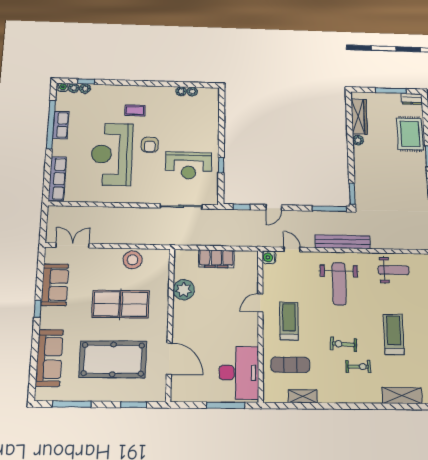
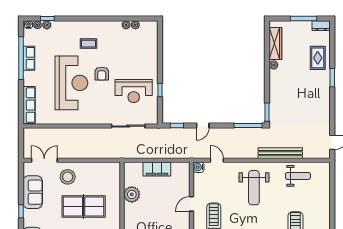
rug: (410, 134) -> (318, 58), width x0.73, depth x0.70
reception desk: (112, 154) -> (71, 83), turned 180
bench: (343, 242) -> (280, 153), moved
stool: (133, 260) -> (68, 177), moved

